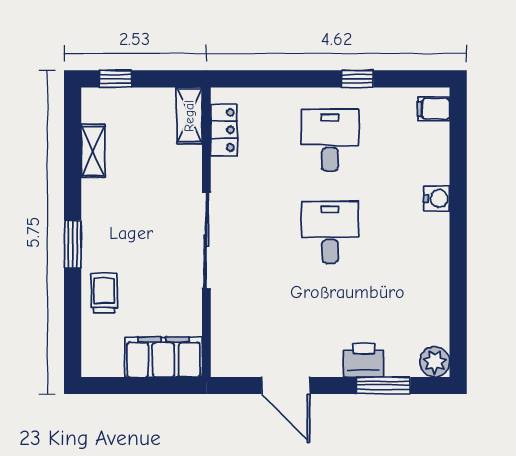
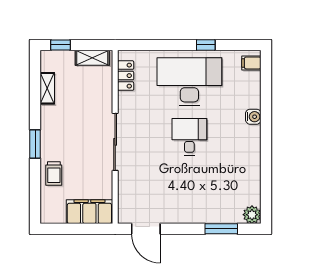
shelving: (189, 116) -> (92, 58), moved, turned 90
desk: (330, 140) -> (189, 82), width x1.87, depth x1.30
trolley: (104, 293) -> (54, 174), turned 180
printer: (364, 360) -> (209, 214), removed
door: (286, 385) -> (146, 229), moved

